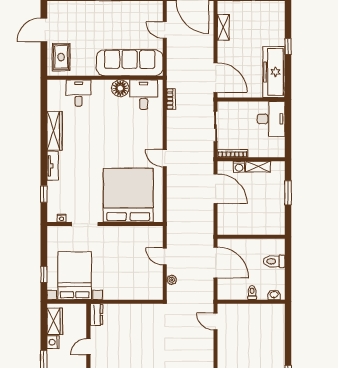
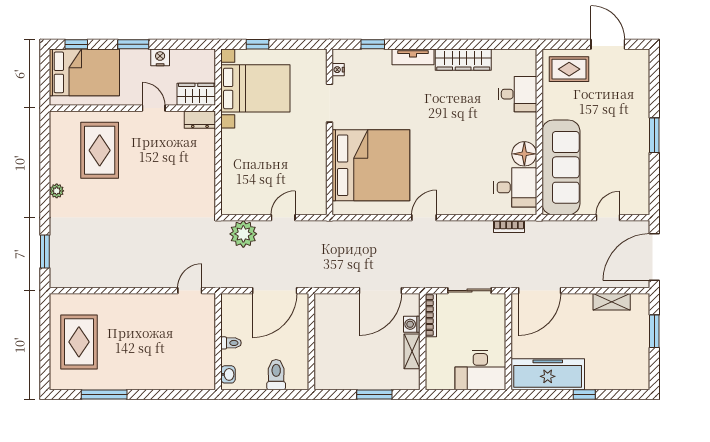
plant: (172, 280) -> (243, 234), width x1.88, depth x1.88
wardrobe: (55, 321) -> (196, 94), moved, turned 180

